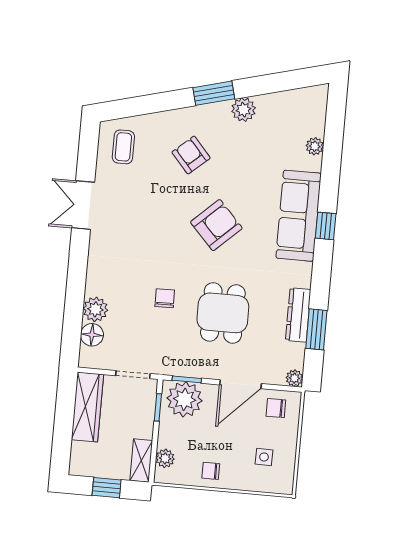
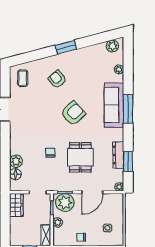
plant: (244, 110) -> (112, 46), moved
window: (326, 226) -> (128, 109), width x2.17
wardrobe: (87, 407) -> (16, 205), width x0.67
chair: (276, 408) -> (111, 203), removed
plant: (165, 458) -> (58, 222), moved

